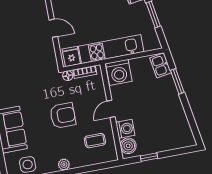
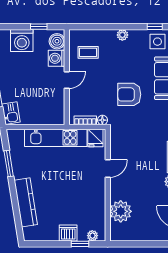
door: (53, 28) -> (108, 168), swing flipped
washing machine: (119, 72) -> (22, 40), moved, turned 180
armchair: (63, 116) -> (129, 94), moved

